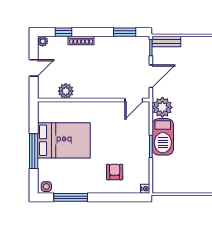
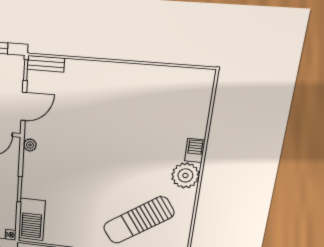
plant: (162, 107) -> (30, 145), width x0.53, depth x0.53
barbecue: (163, 137) -> (32, 219), moved

